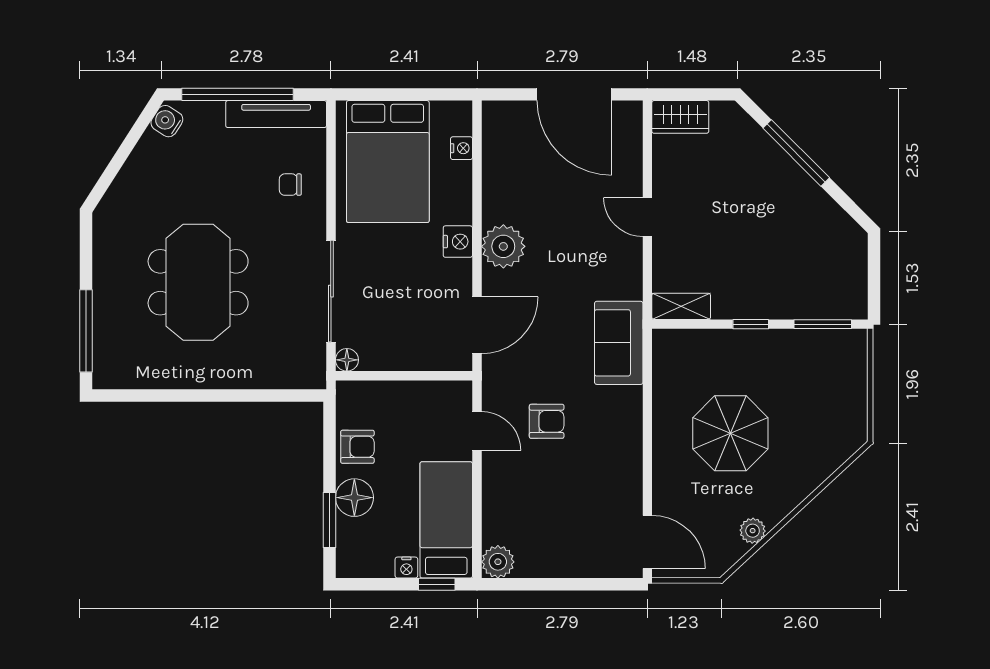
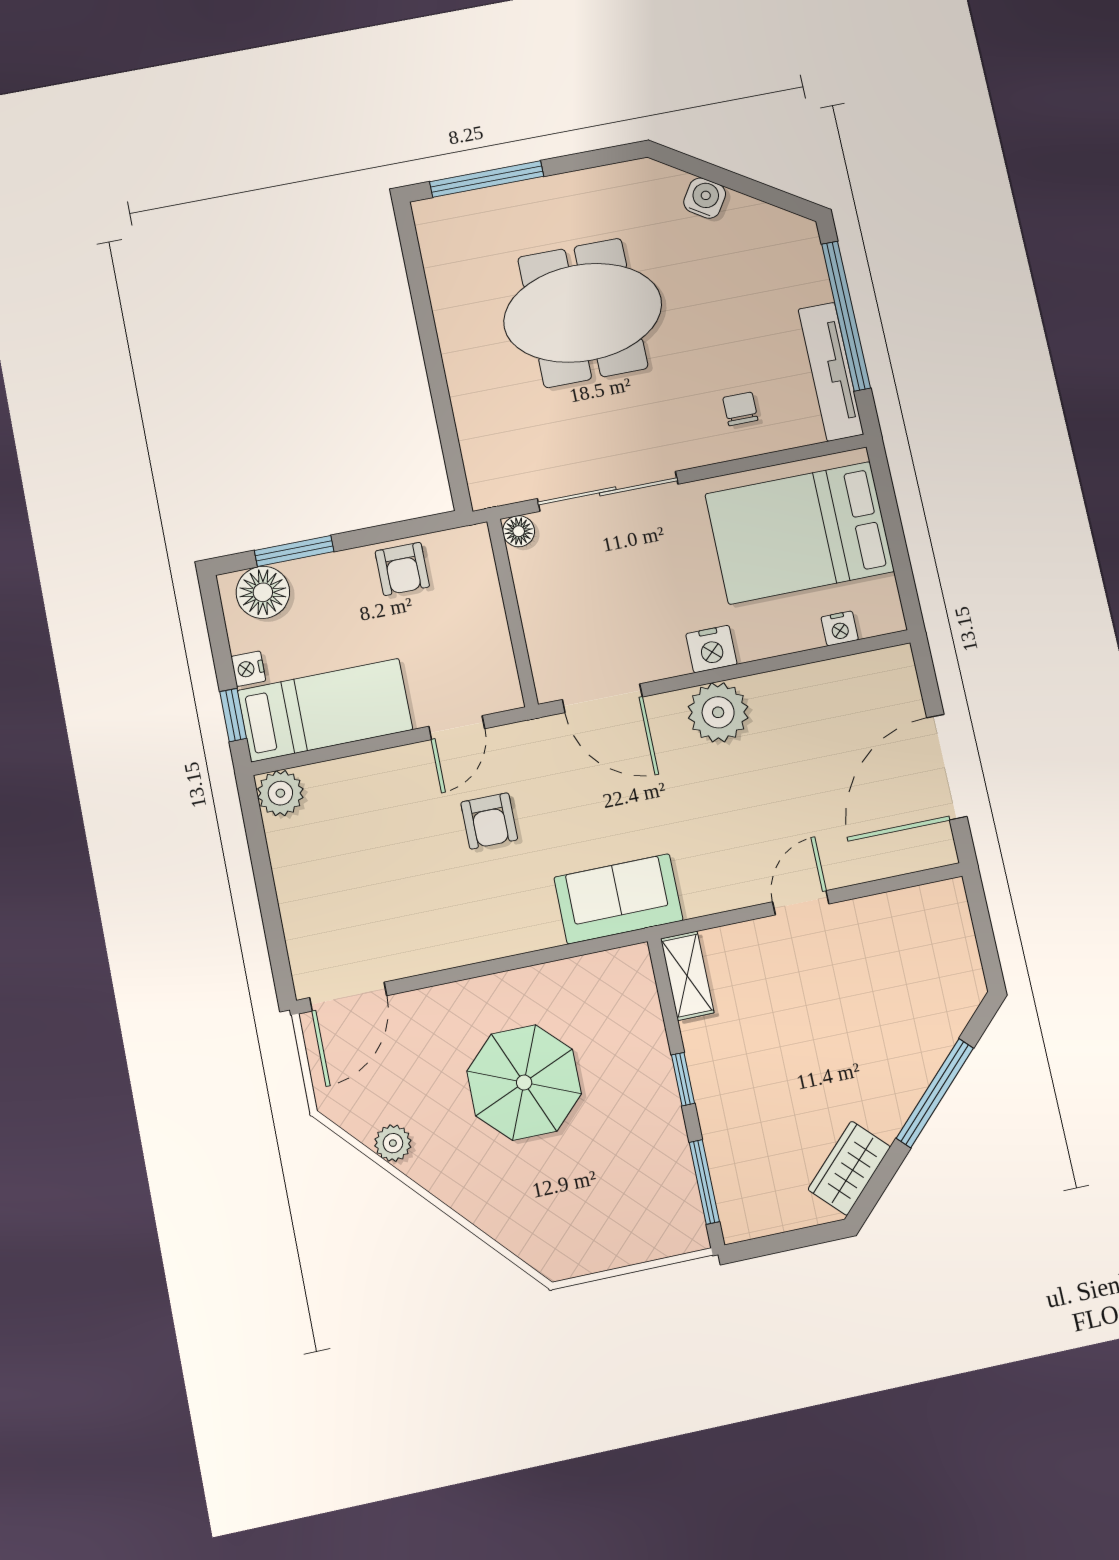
wardrobe: (680, 117) -> (849, 1168), moved, turned 45
water cooler: (167, 121) -> (705, 198), moved
floor lamp: (354, 498) -> (263, 592), moved

